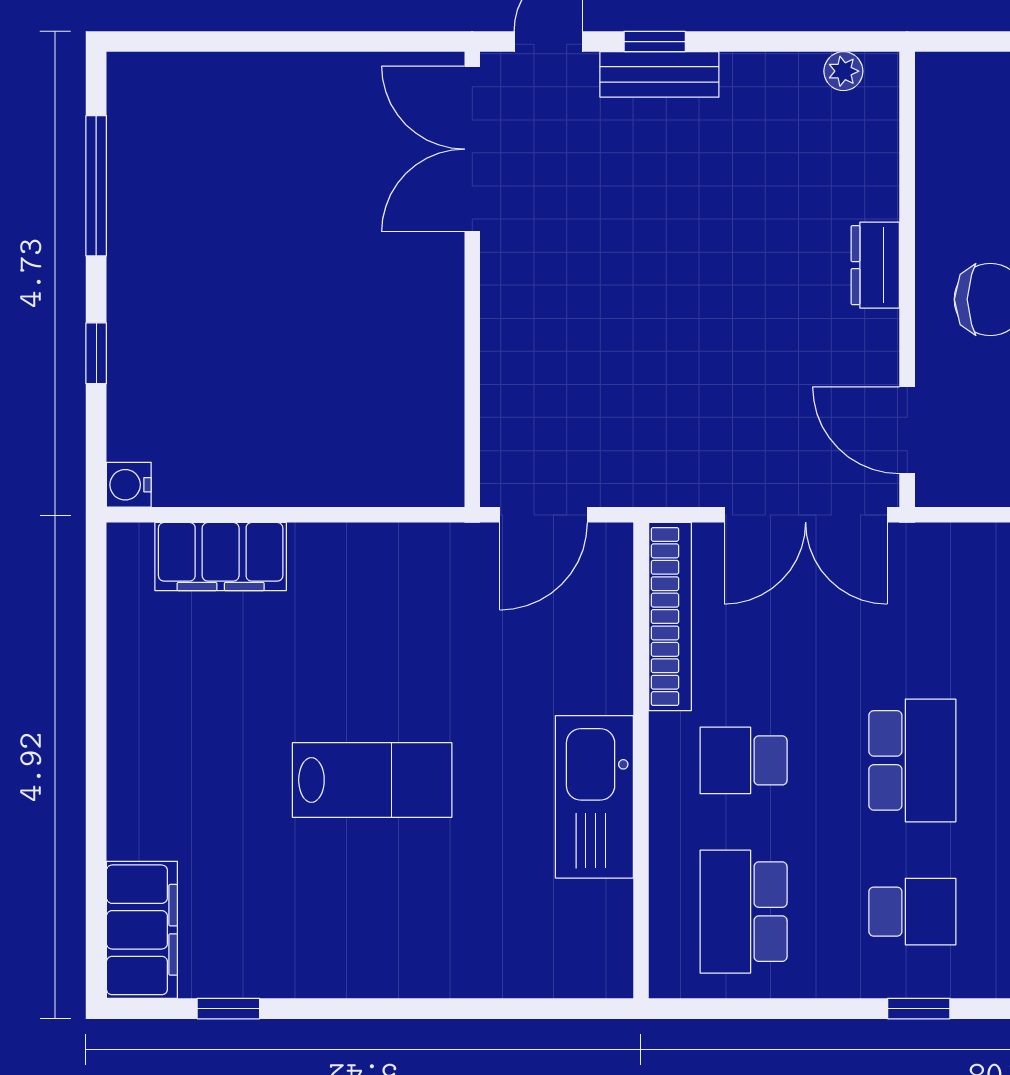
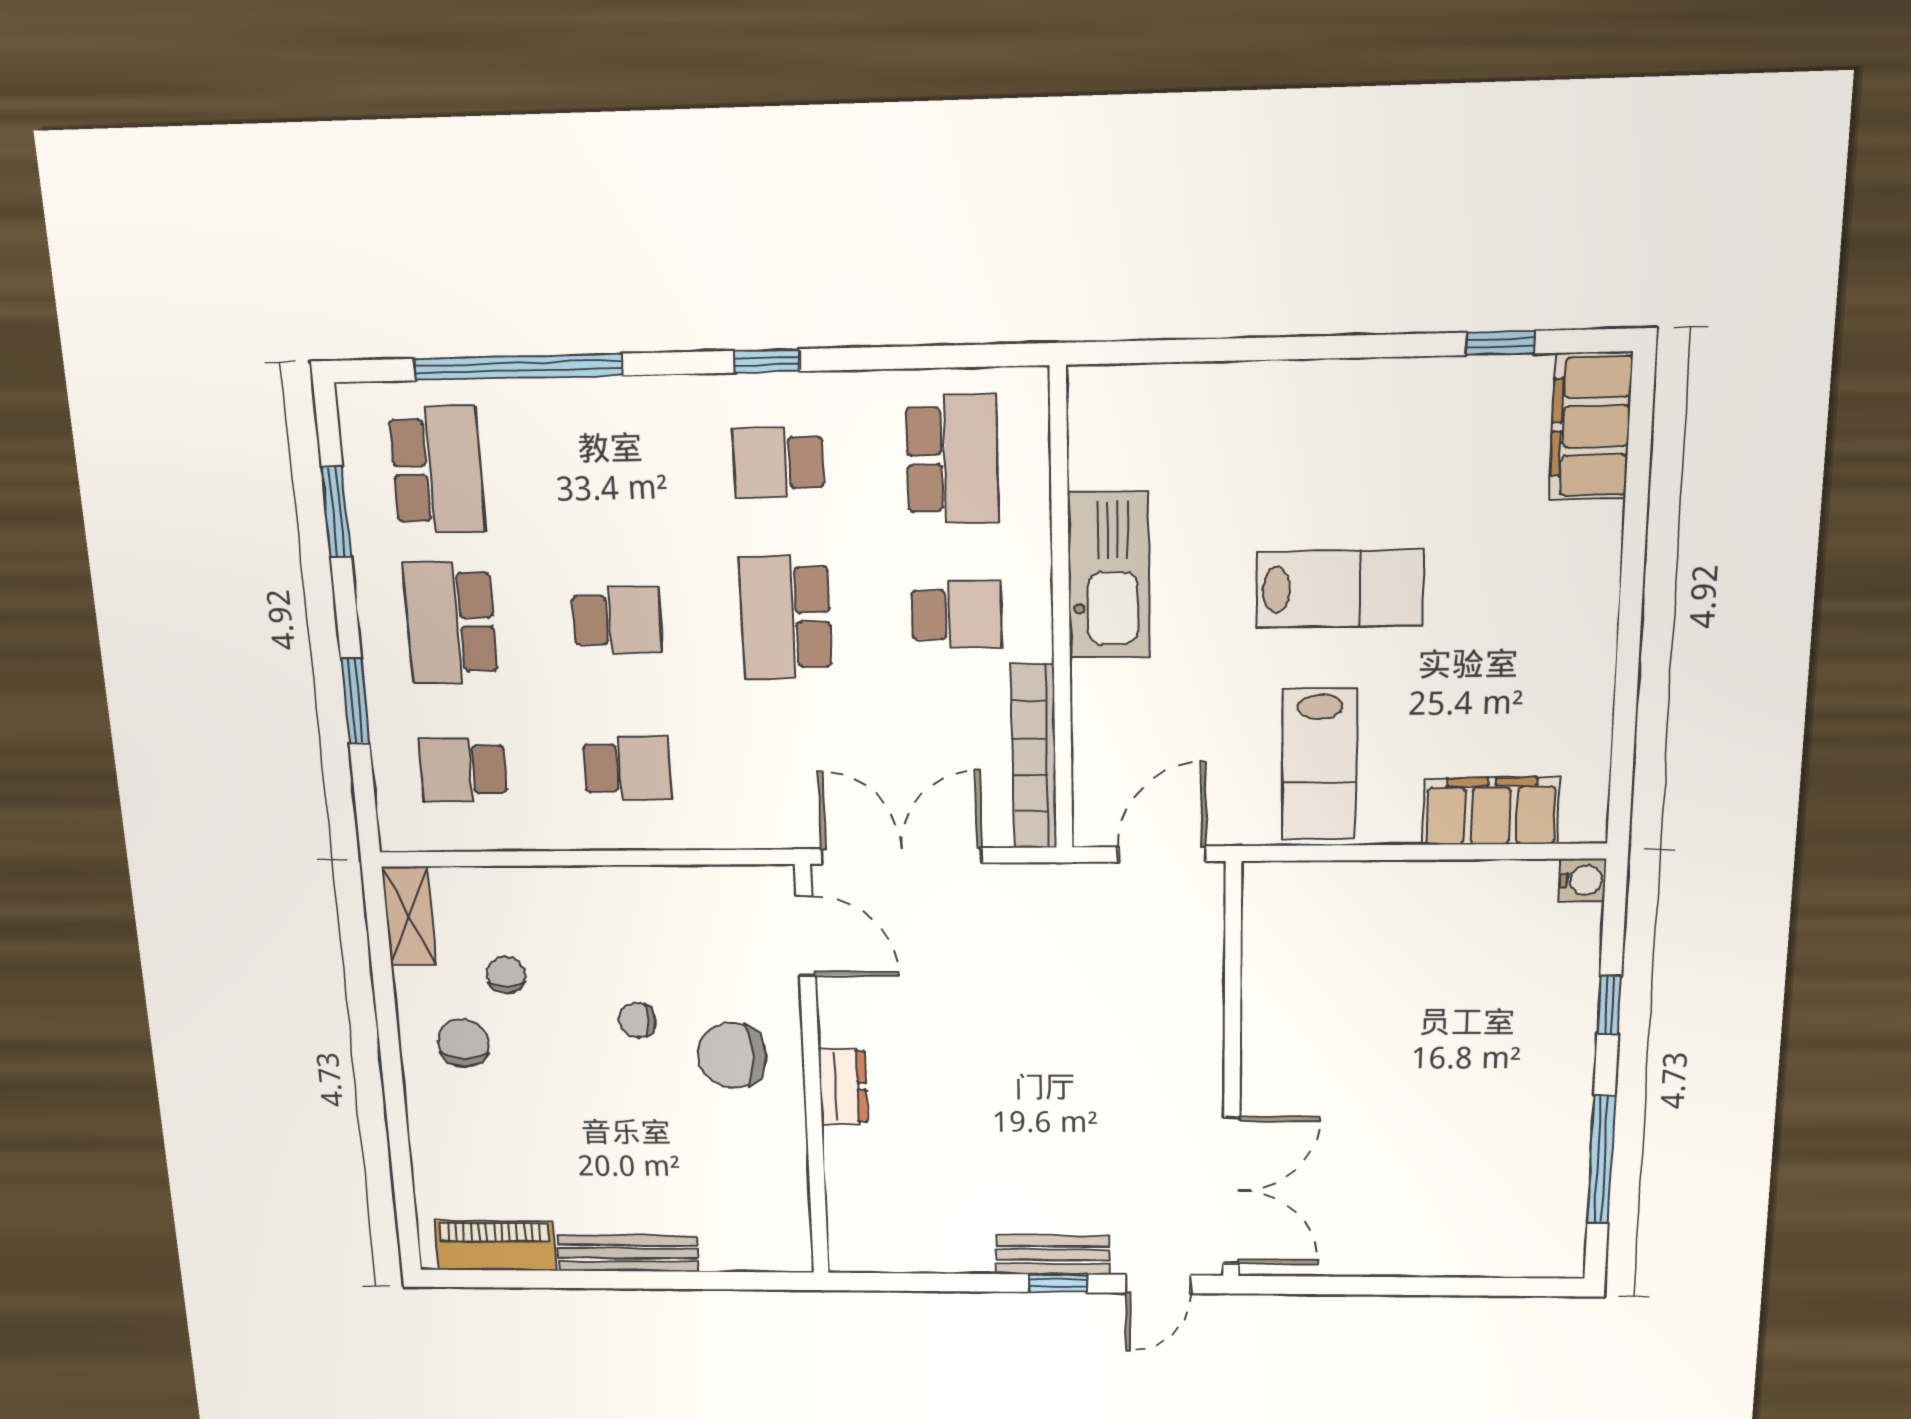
plant: (843, 71) -> (880, 1256), removed
lab bench: (389, 606) -> (1319, 764), added
lab bench: (372, 780) -> (1340, 589), turned 180

